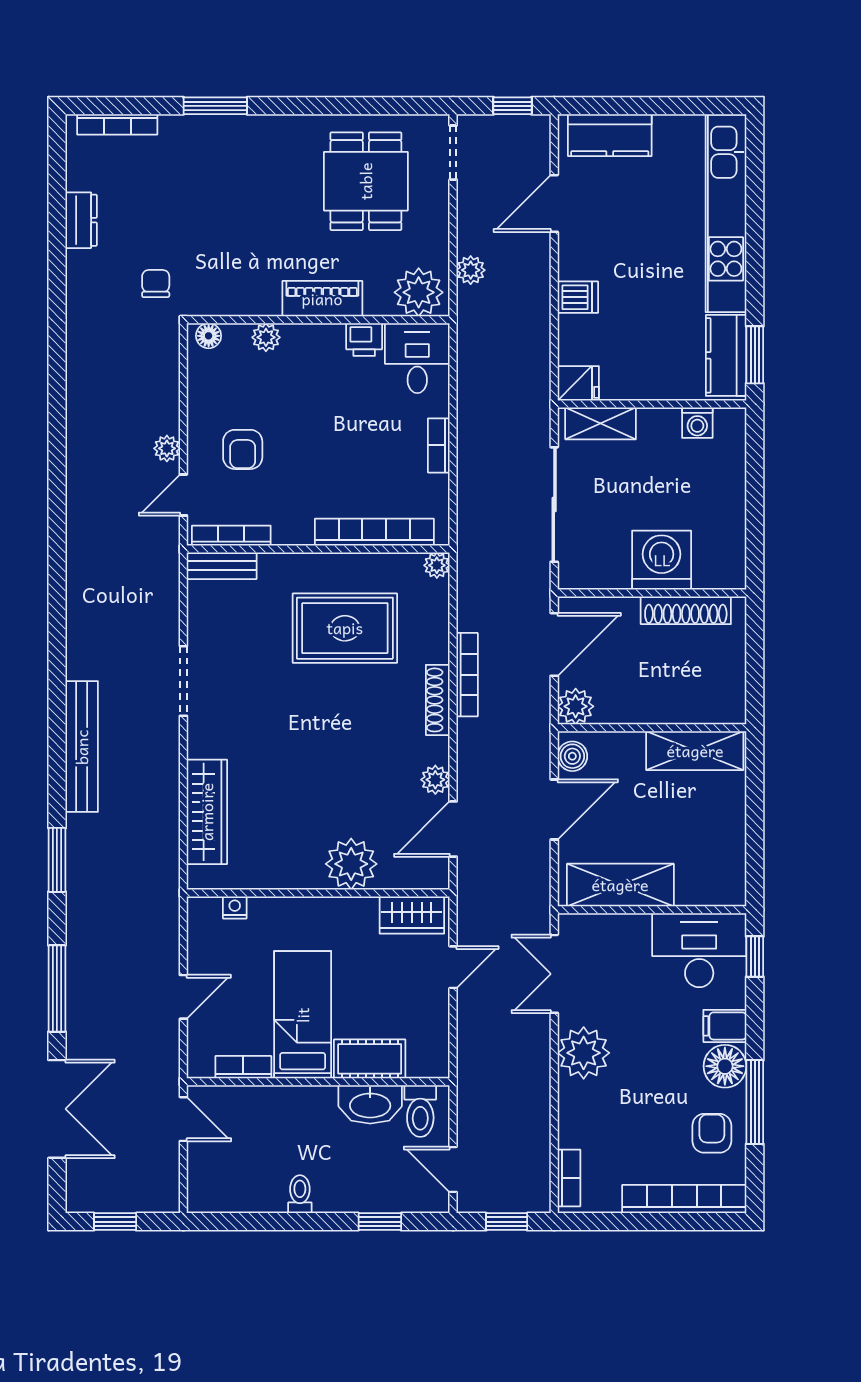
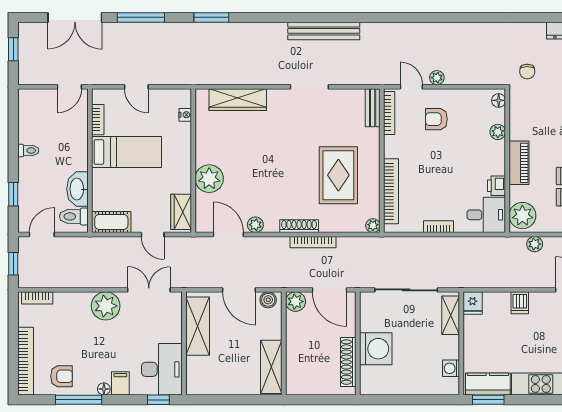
chair: (156, 284) -> (527, 71), turned 90
bench: (82, 747) -> (324, 31), moved
cot: (370, 1059) -> (111, 222), moved, turned 90
floor lamp: (725, 1066) -> (104, 389), width x0.53, depth x0.53

